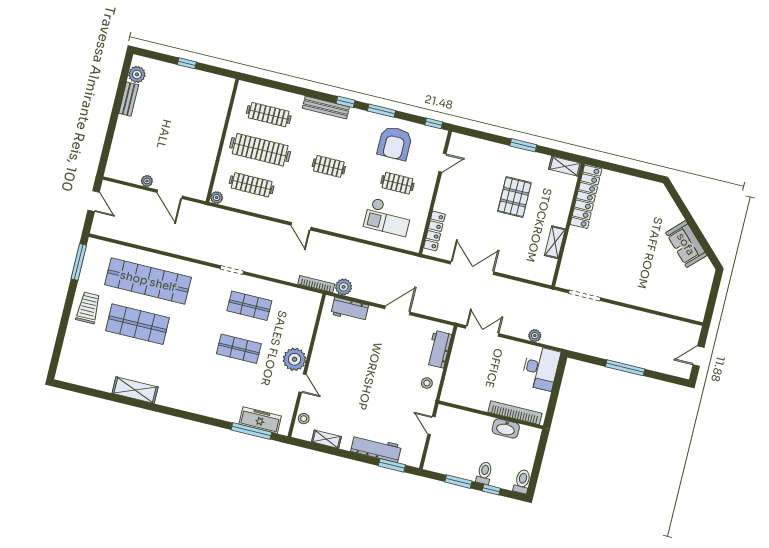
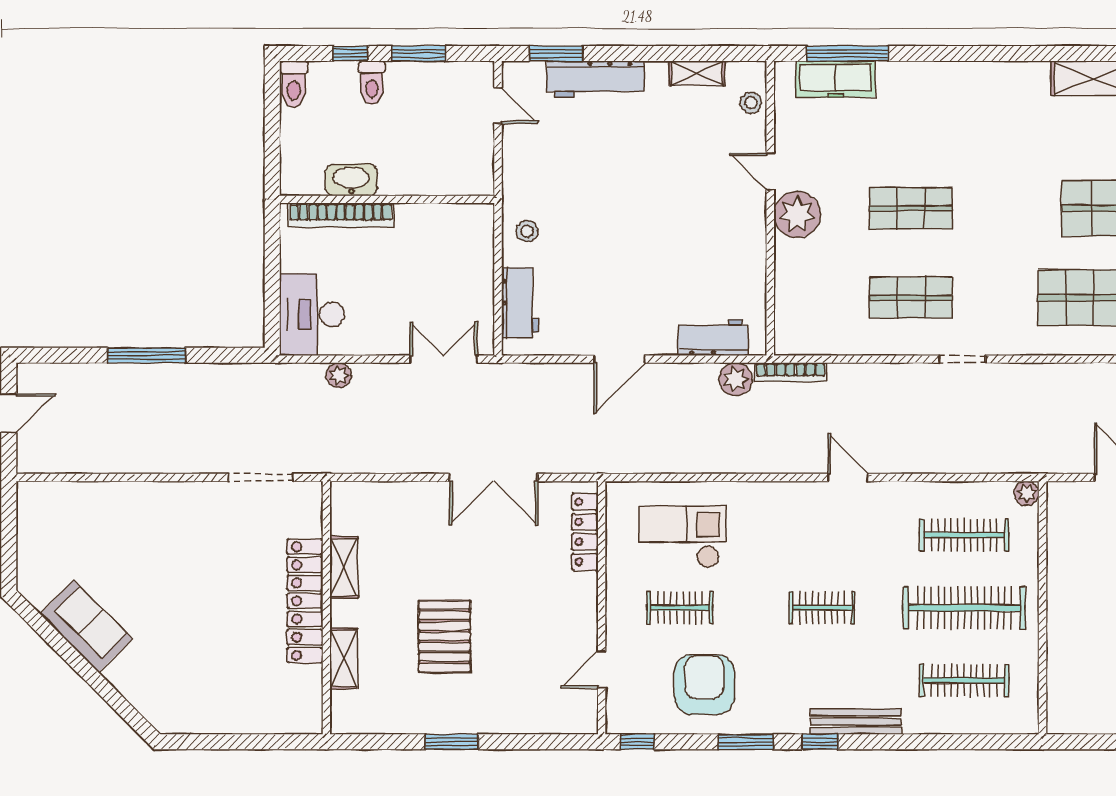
shelving: (565, 166) -> (344, 658), moved, turned 90
locker: (586, 197) -> (305, 601), moved
double door: (482, 331) -> (444, 359), swing flipped
door: (431, 425) -> (498, 106), moved

